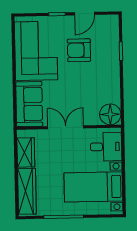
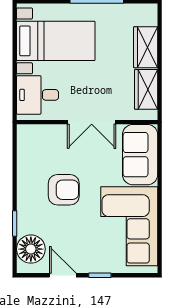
door: (85, 14) -> (63, 275), hinge flipped
armchair: (79, 50) -> (64, 190), moved
floor lamp: (110, 114) -> (31, 249), moved
wardrobe: (27, 191) -> (146, 47), width x0.67

